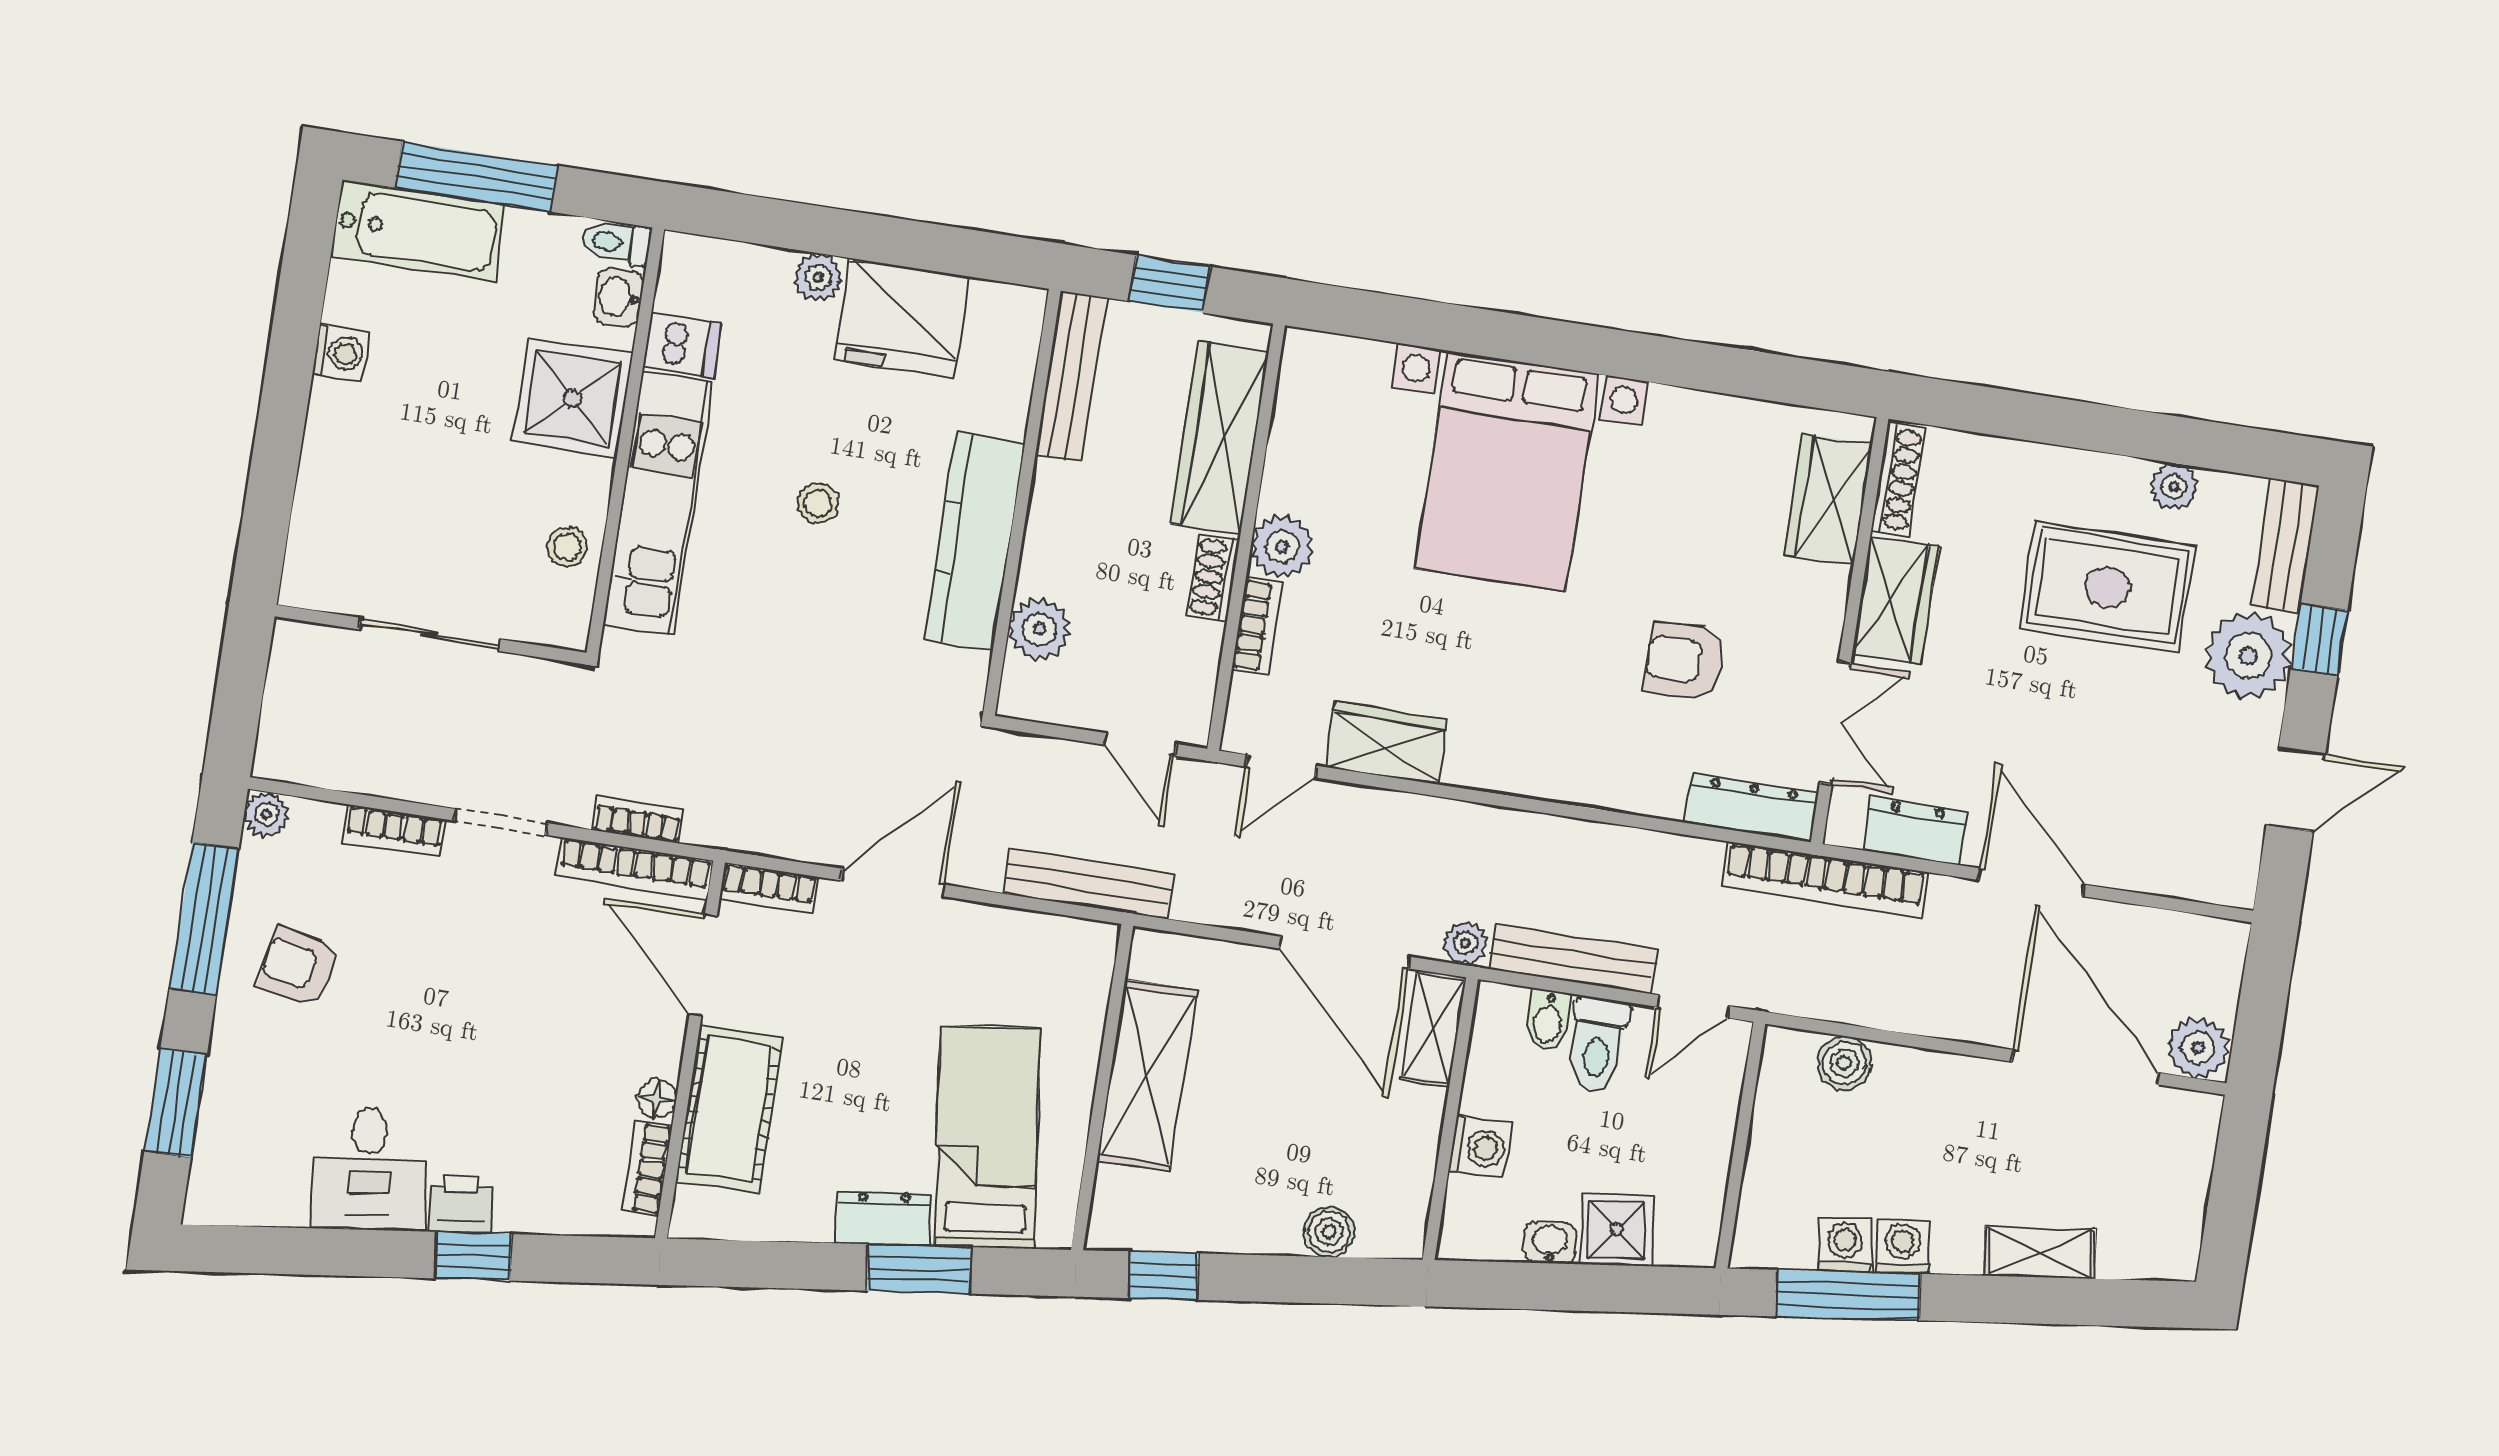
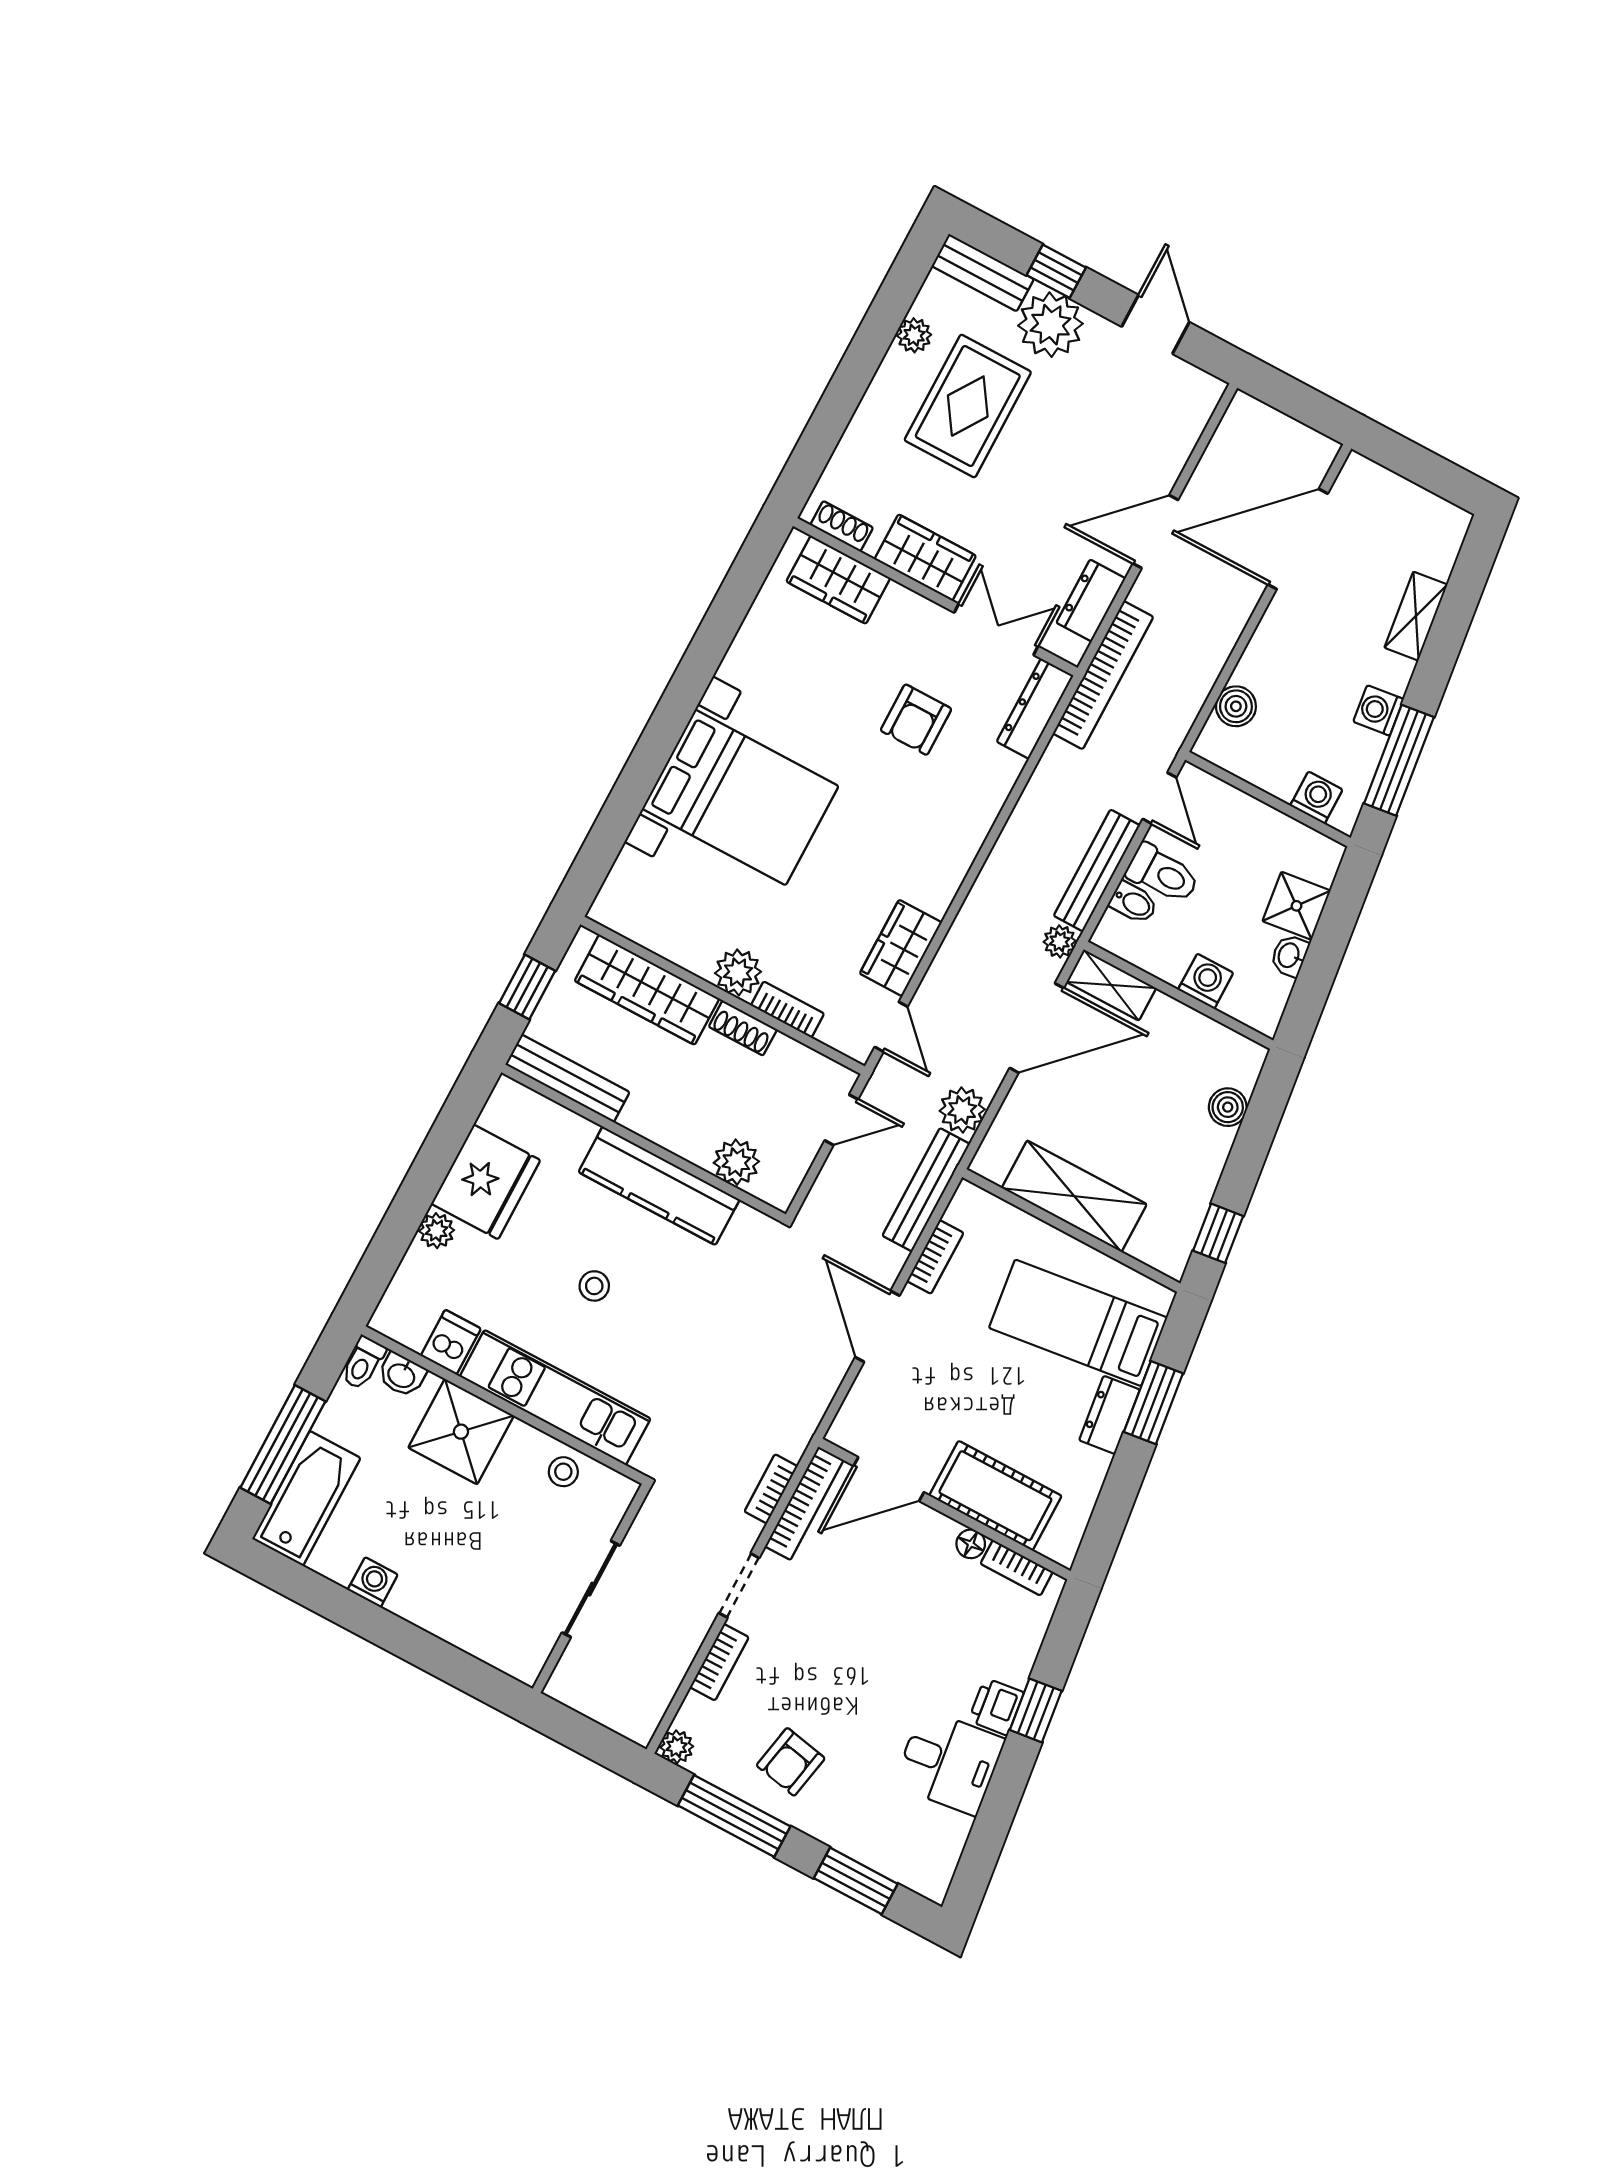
shoe rack: (1898, 479) -> (842, 526), width x0.70
bookcase: (768, 888) -> (935, 1257), moved
plant: (2198, 1048) -> (962, 1110), moved
washing machine: (1845, 1245) -> (1316, 798), moved, turned 97

